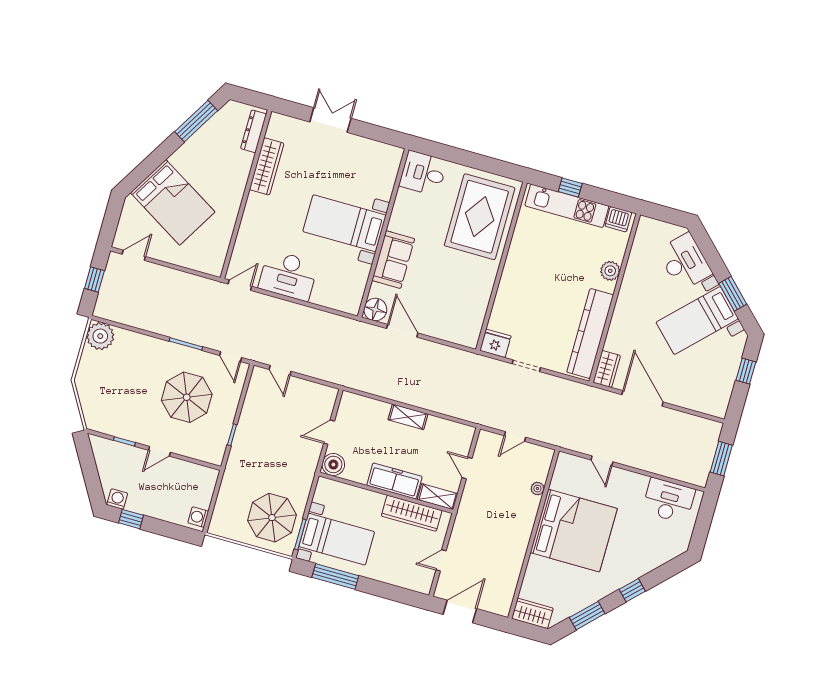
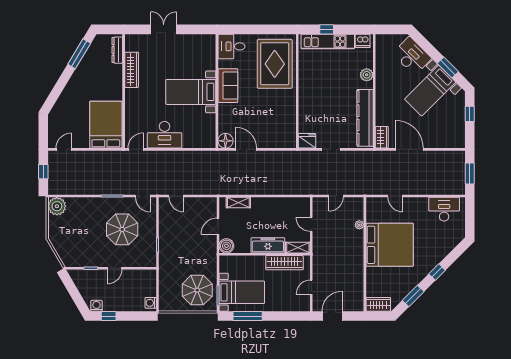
bed: (173, 202) -> (106, 125), moved, turned -121
sofa: (393, 260) -> (228, 86), moved
shelving: (408, 417) -> (238, 203), moved

